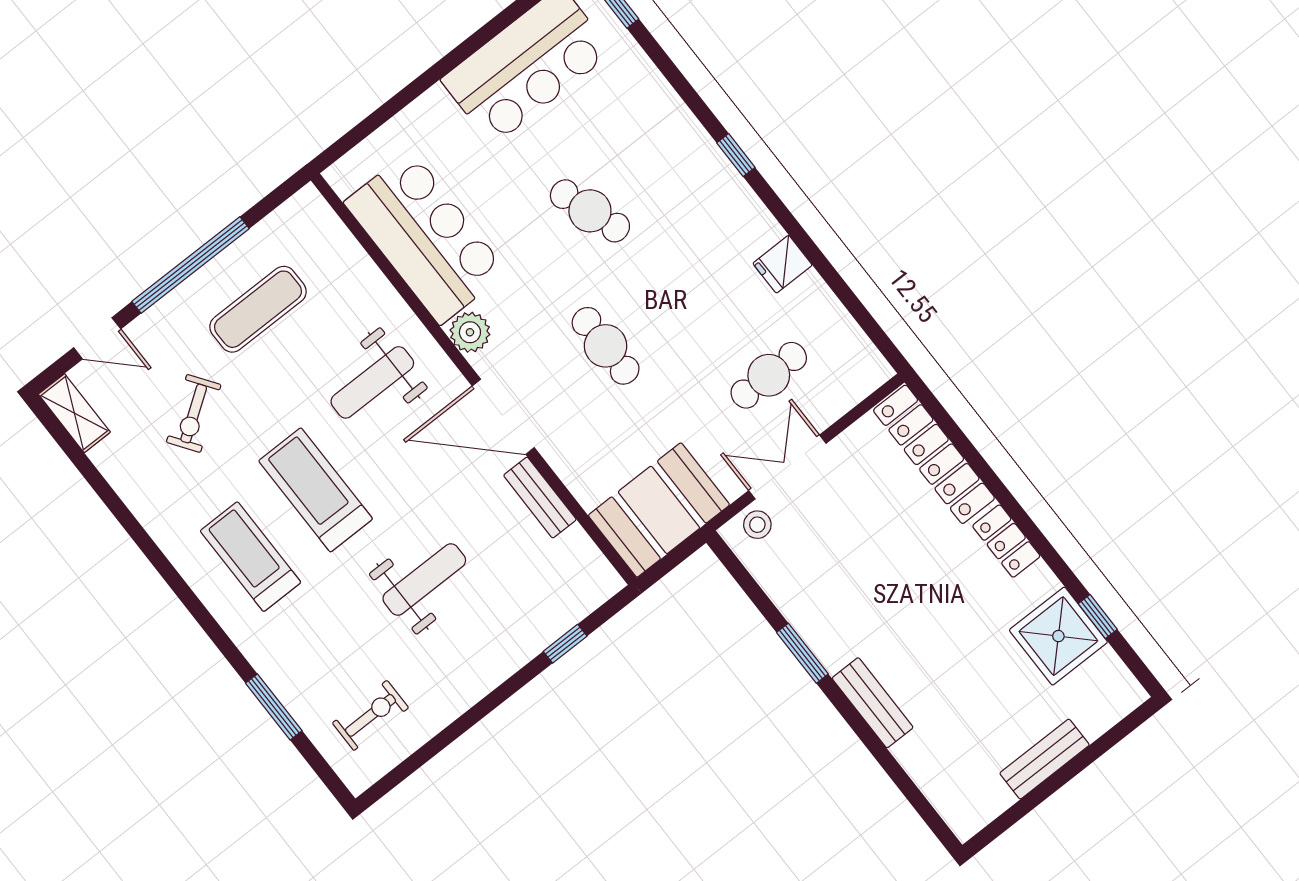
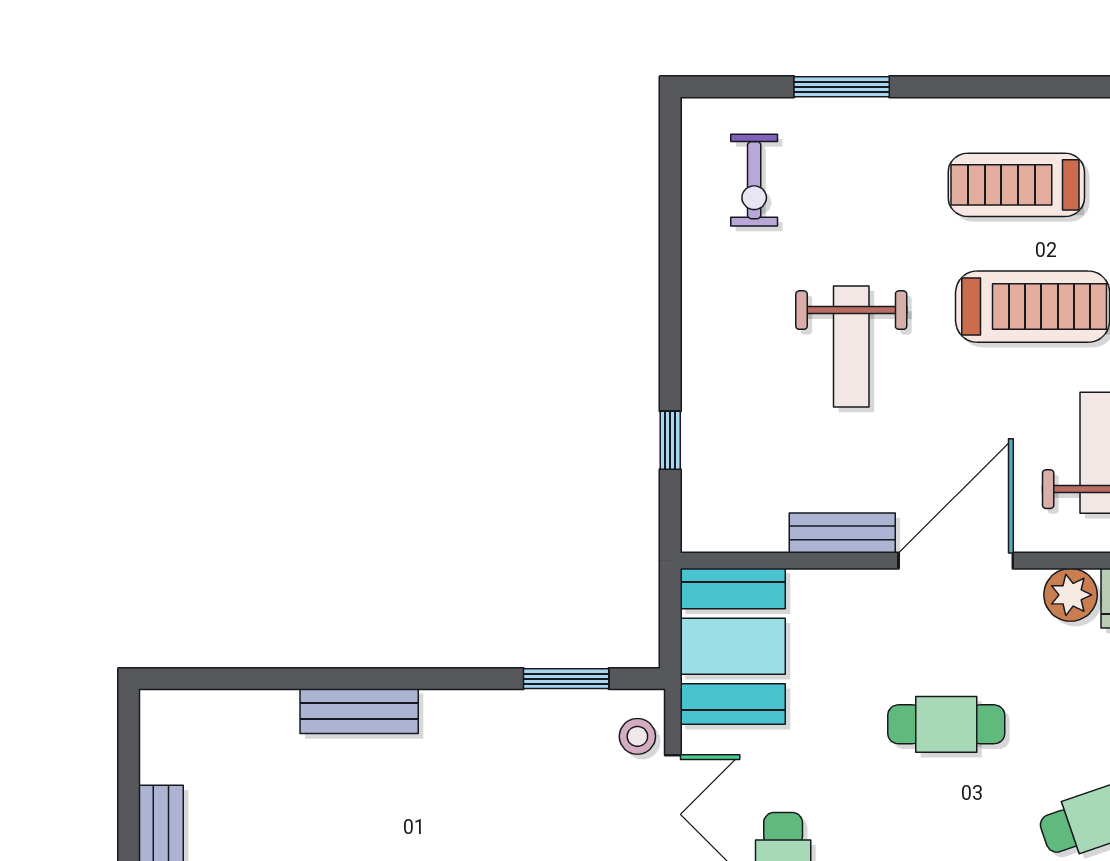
treadmill: (250, 557) -> (1016, 185), turned 180
window: (802, 653) -> (566, 679), moved

